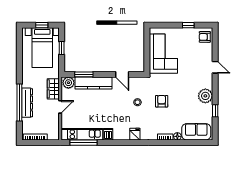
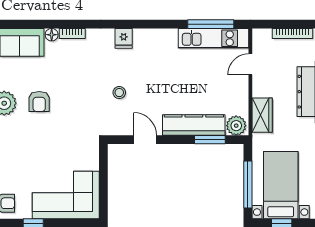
window: (62, 48) -> (248, 185), width x2.17
corner sofa: (163, 54) -> (66, 195), moved, turned 90
armchair: (162, 101) -> (39, 102), moved
door: (60, 107) -> (250, 64), moved
dishwasher: (108, 134) -> (169, 38), removed

